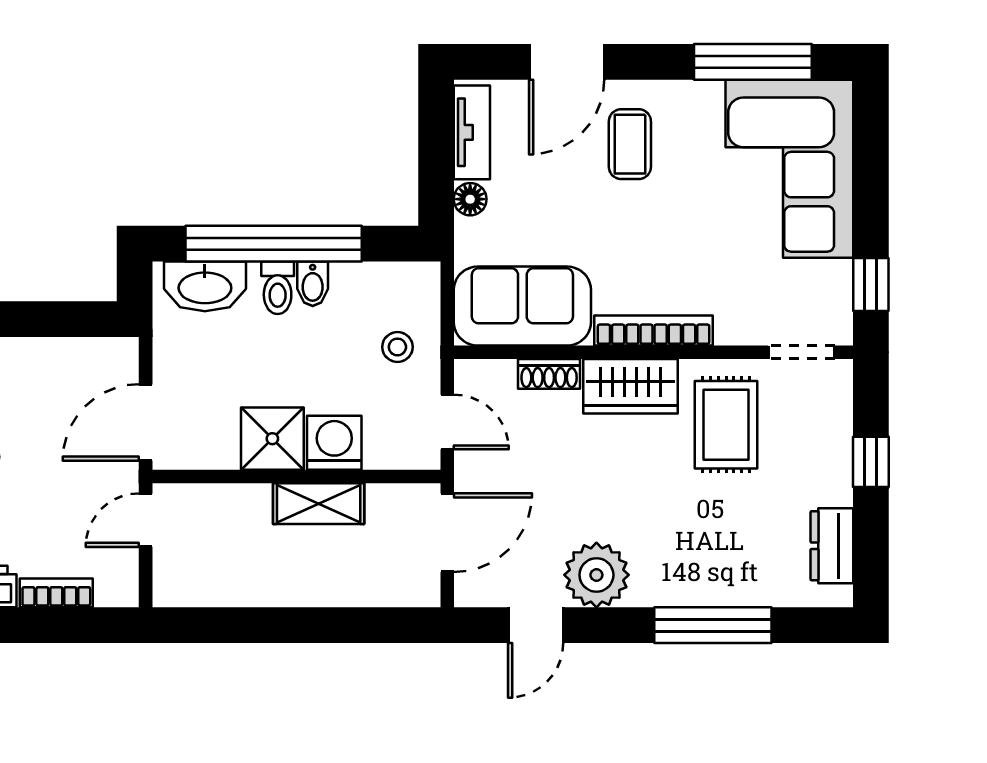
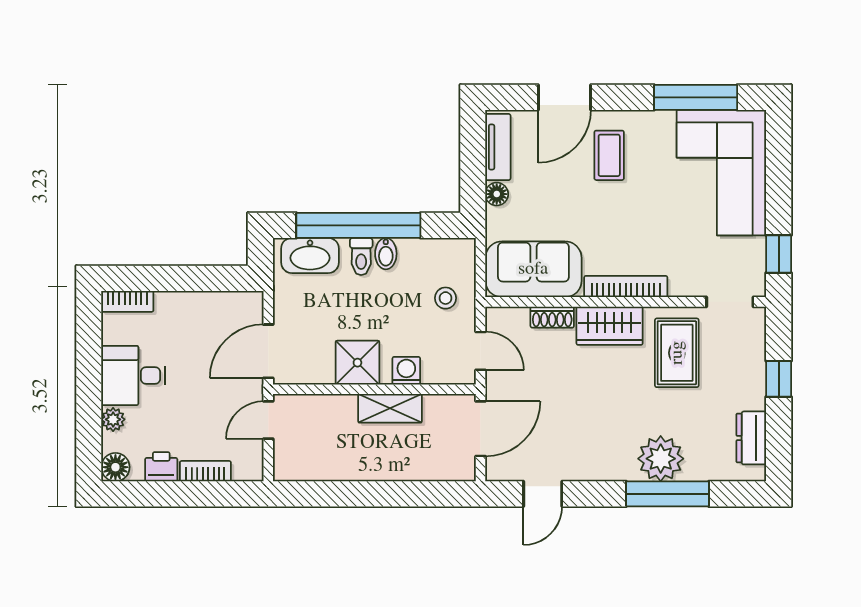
washing machine: (334, 443) -> (406, 371), width x0.73, depth x0.73
plant: (596, 575) -> (661, 459), moved

